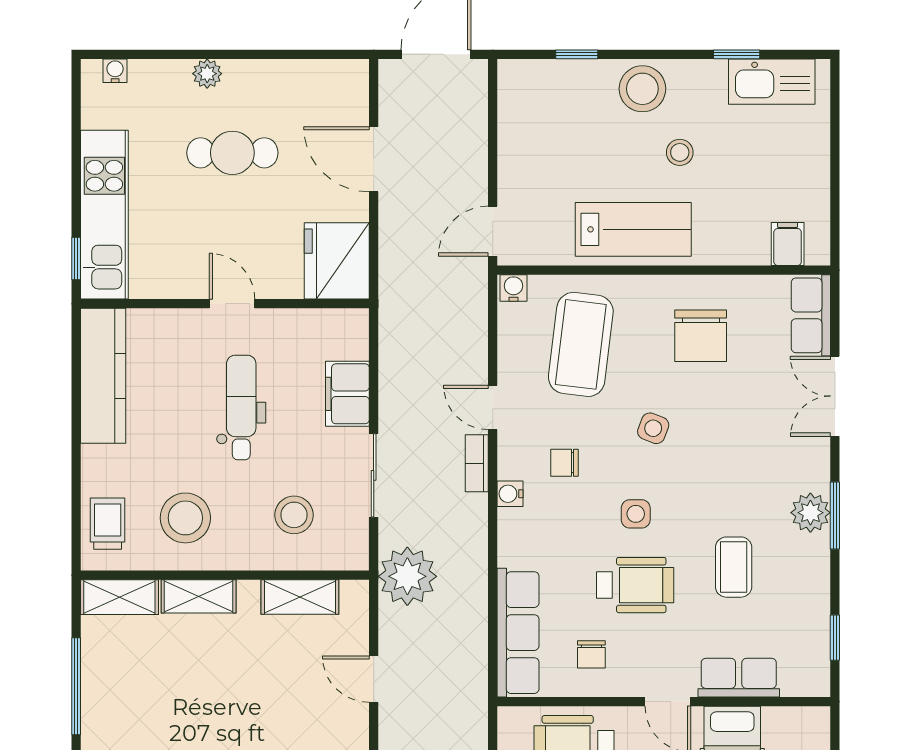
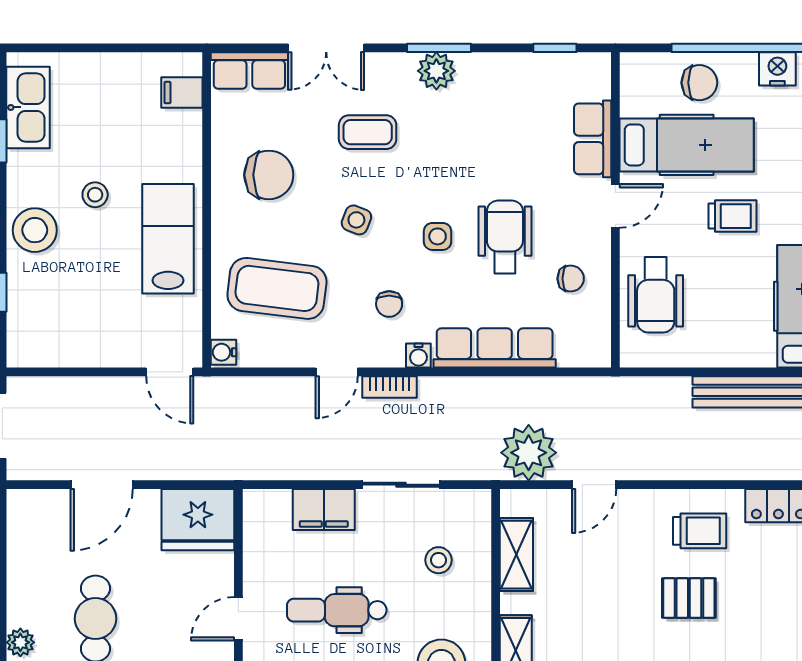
stool: (294, 515) -> (439, 560), width x0.73, depth x0.73
coffee table: (734, 567) -> (368, 132), moved
plant: (407, 576) -> (529, 453), moved
row of seats: (518, 633) -> (495, 348), moved

